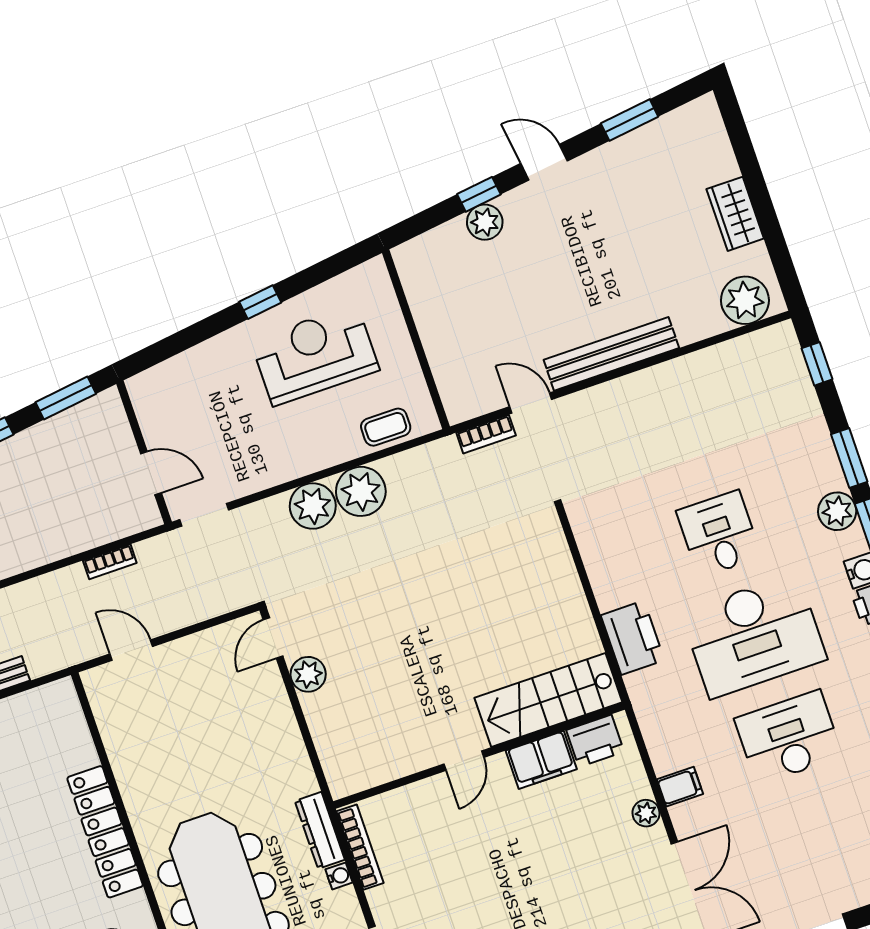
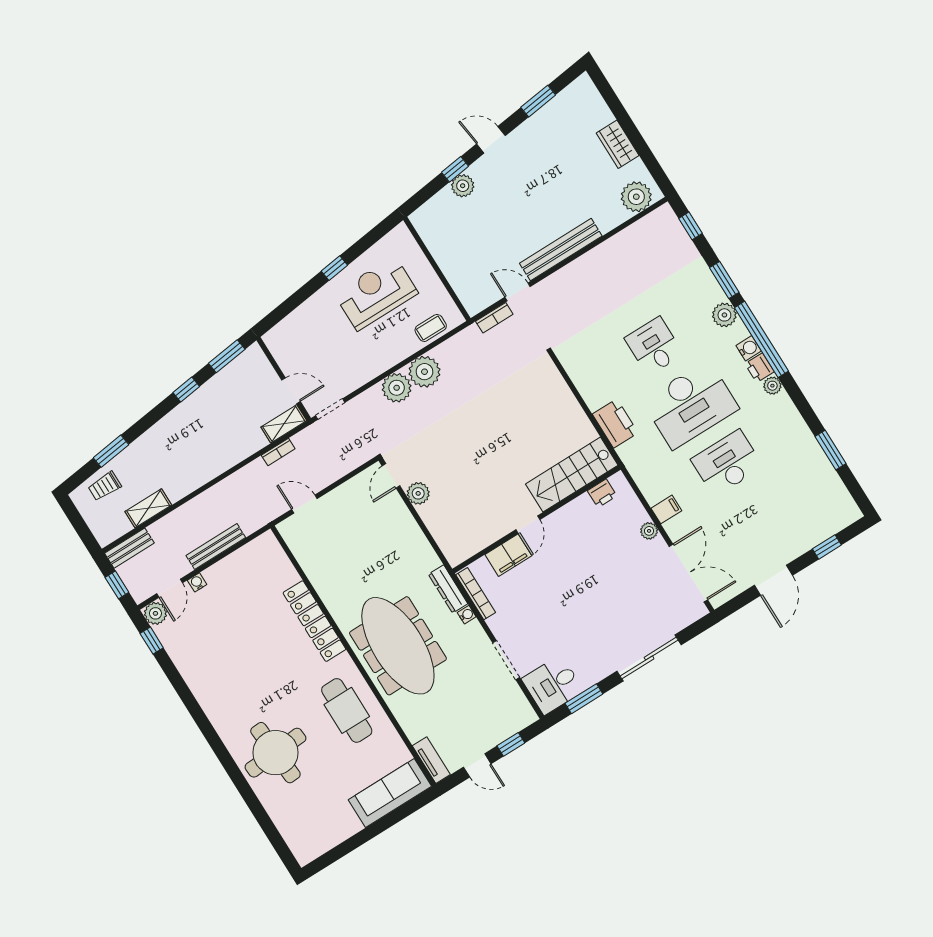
shelving: (128, 521) -> (284, 424), added
printer: (595, 741) -> (602, 493), width x0.73, depth x0.81
filing cabinet: (541, 760) -> (508, 555), moved

